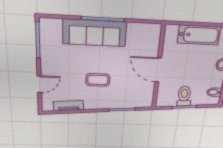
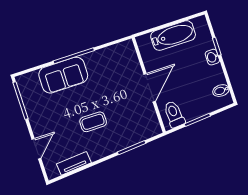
sofa: (95, 33) -> (63, 75), width x0.73
door: (158, 70) -> (150, 88), swing flipped
toilet: (184, 96) -> (174, 114), moved

